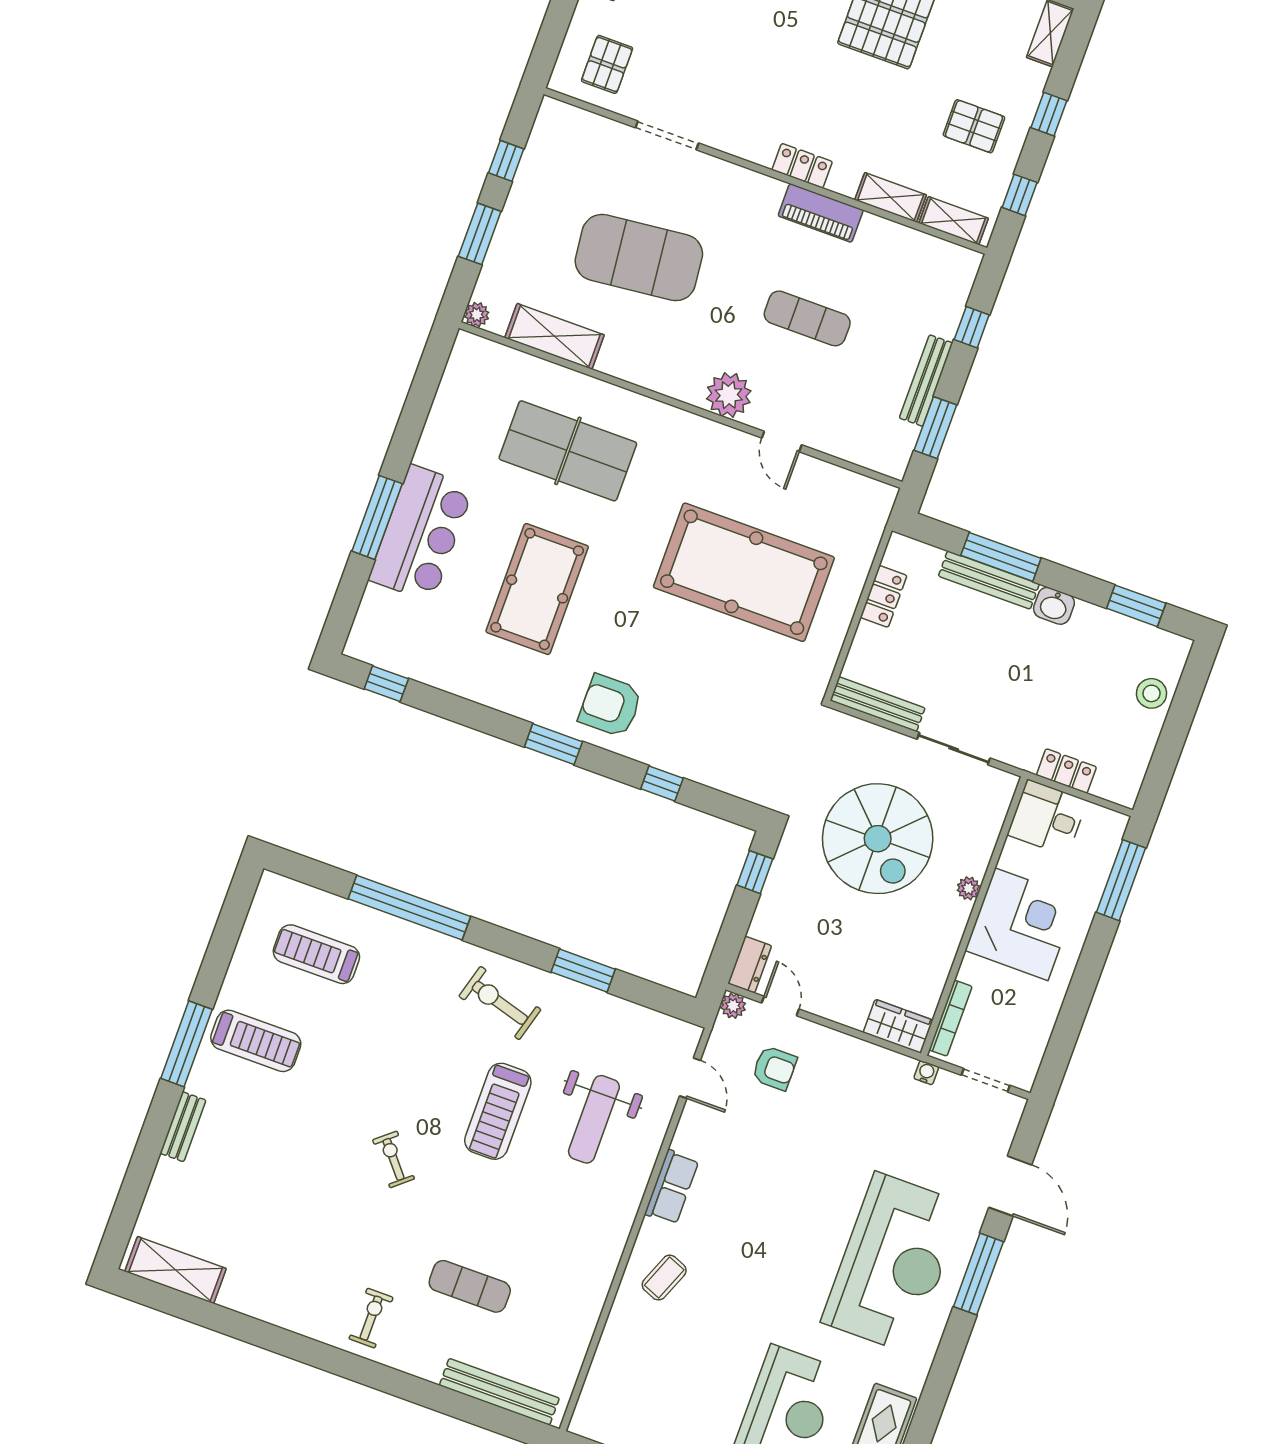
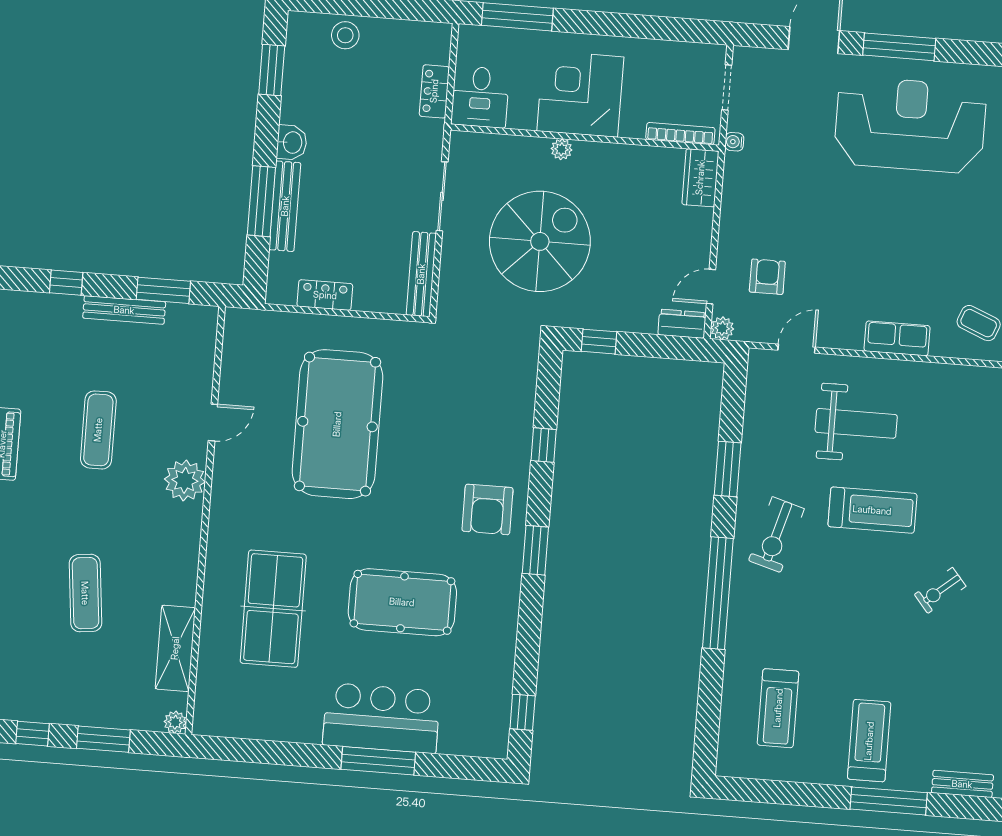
exercise mat: (639, 258) -> (85, 593), width x0.50, depth x0.69
window: (409, 908) -> (718, 593), moved

